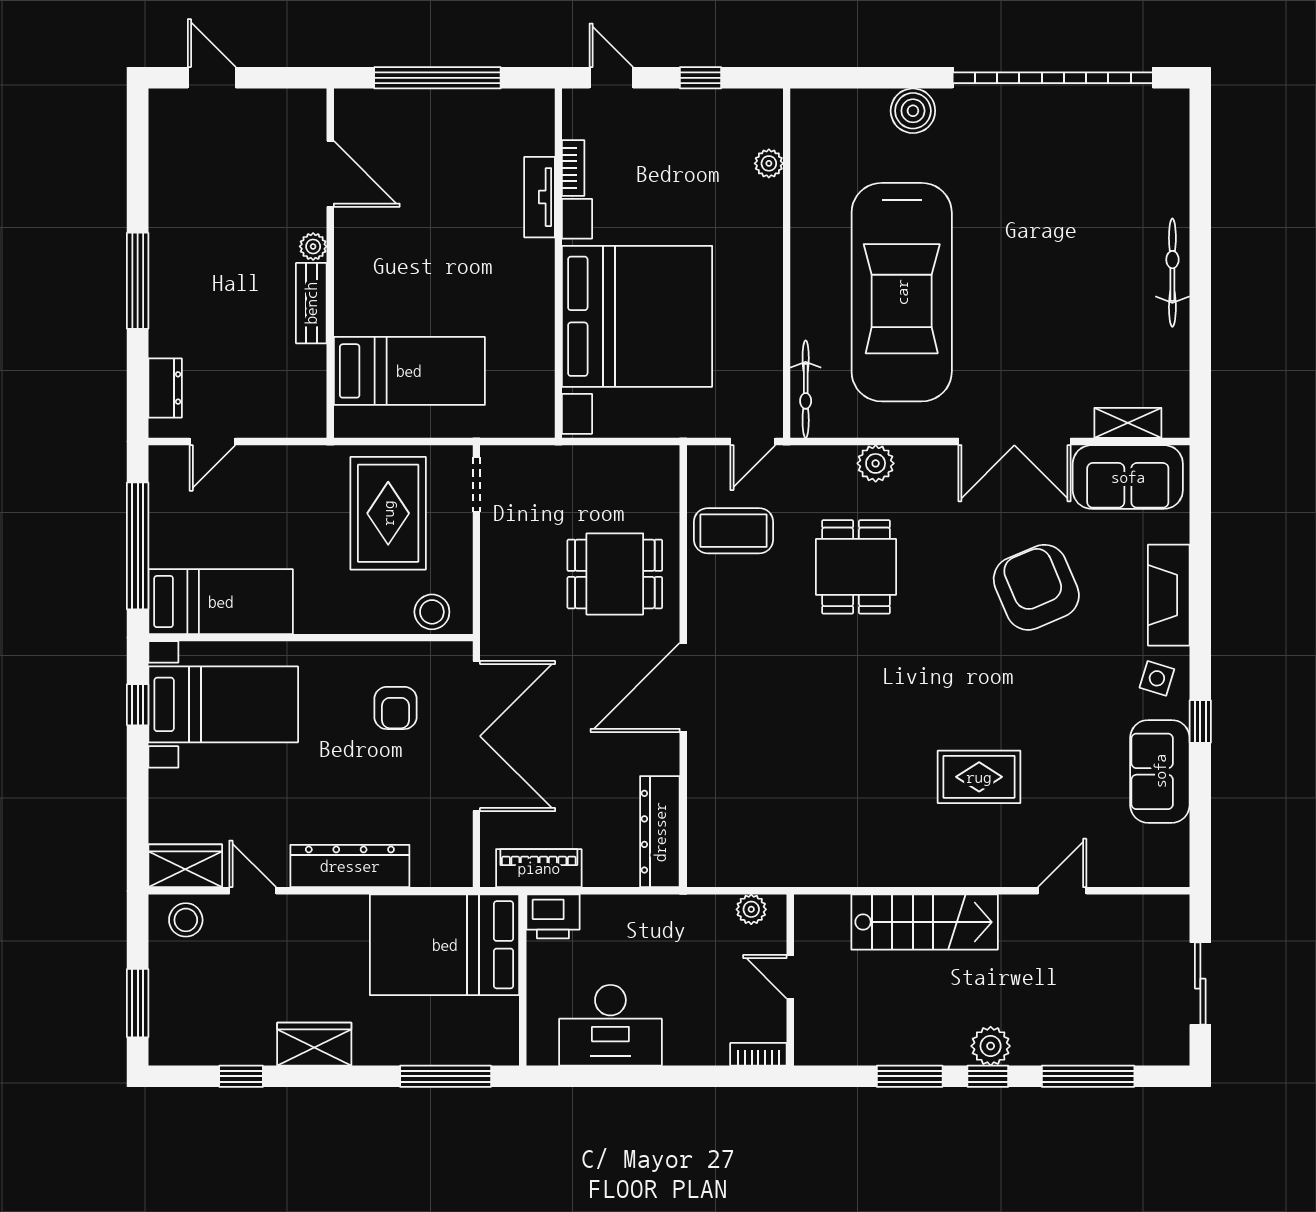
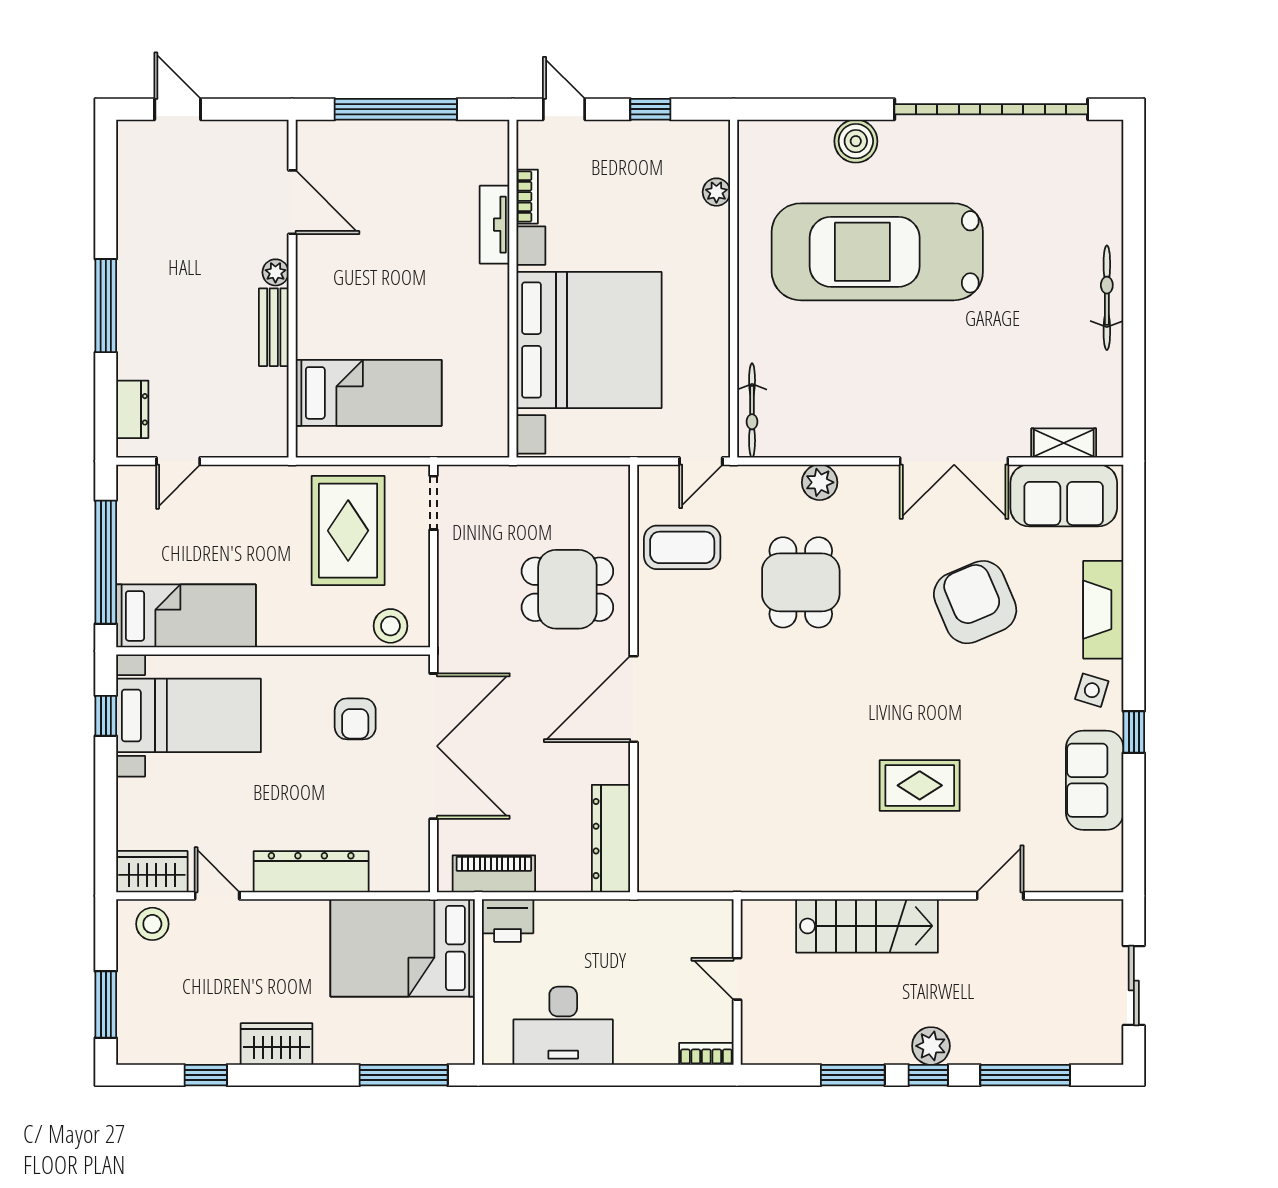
car: (902, 292) -> (877, 252), moved, turned 90
plant: (751, 909) -> (699, 914), removed

